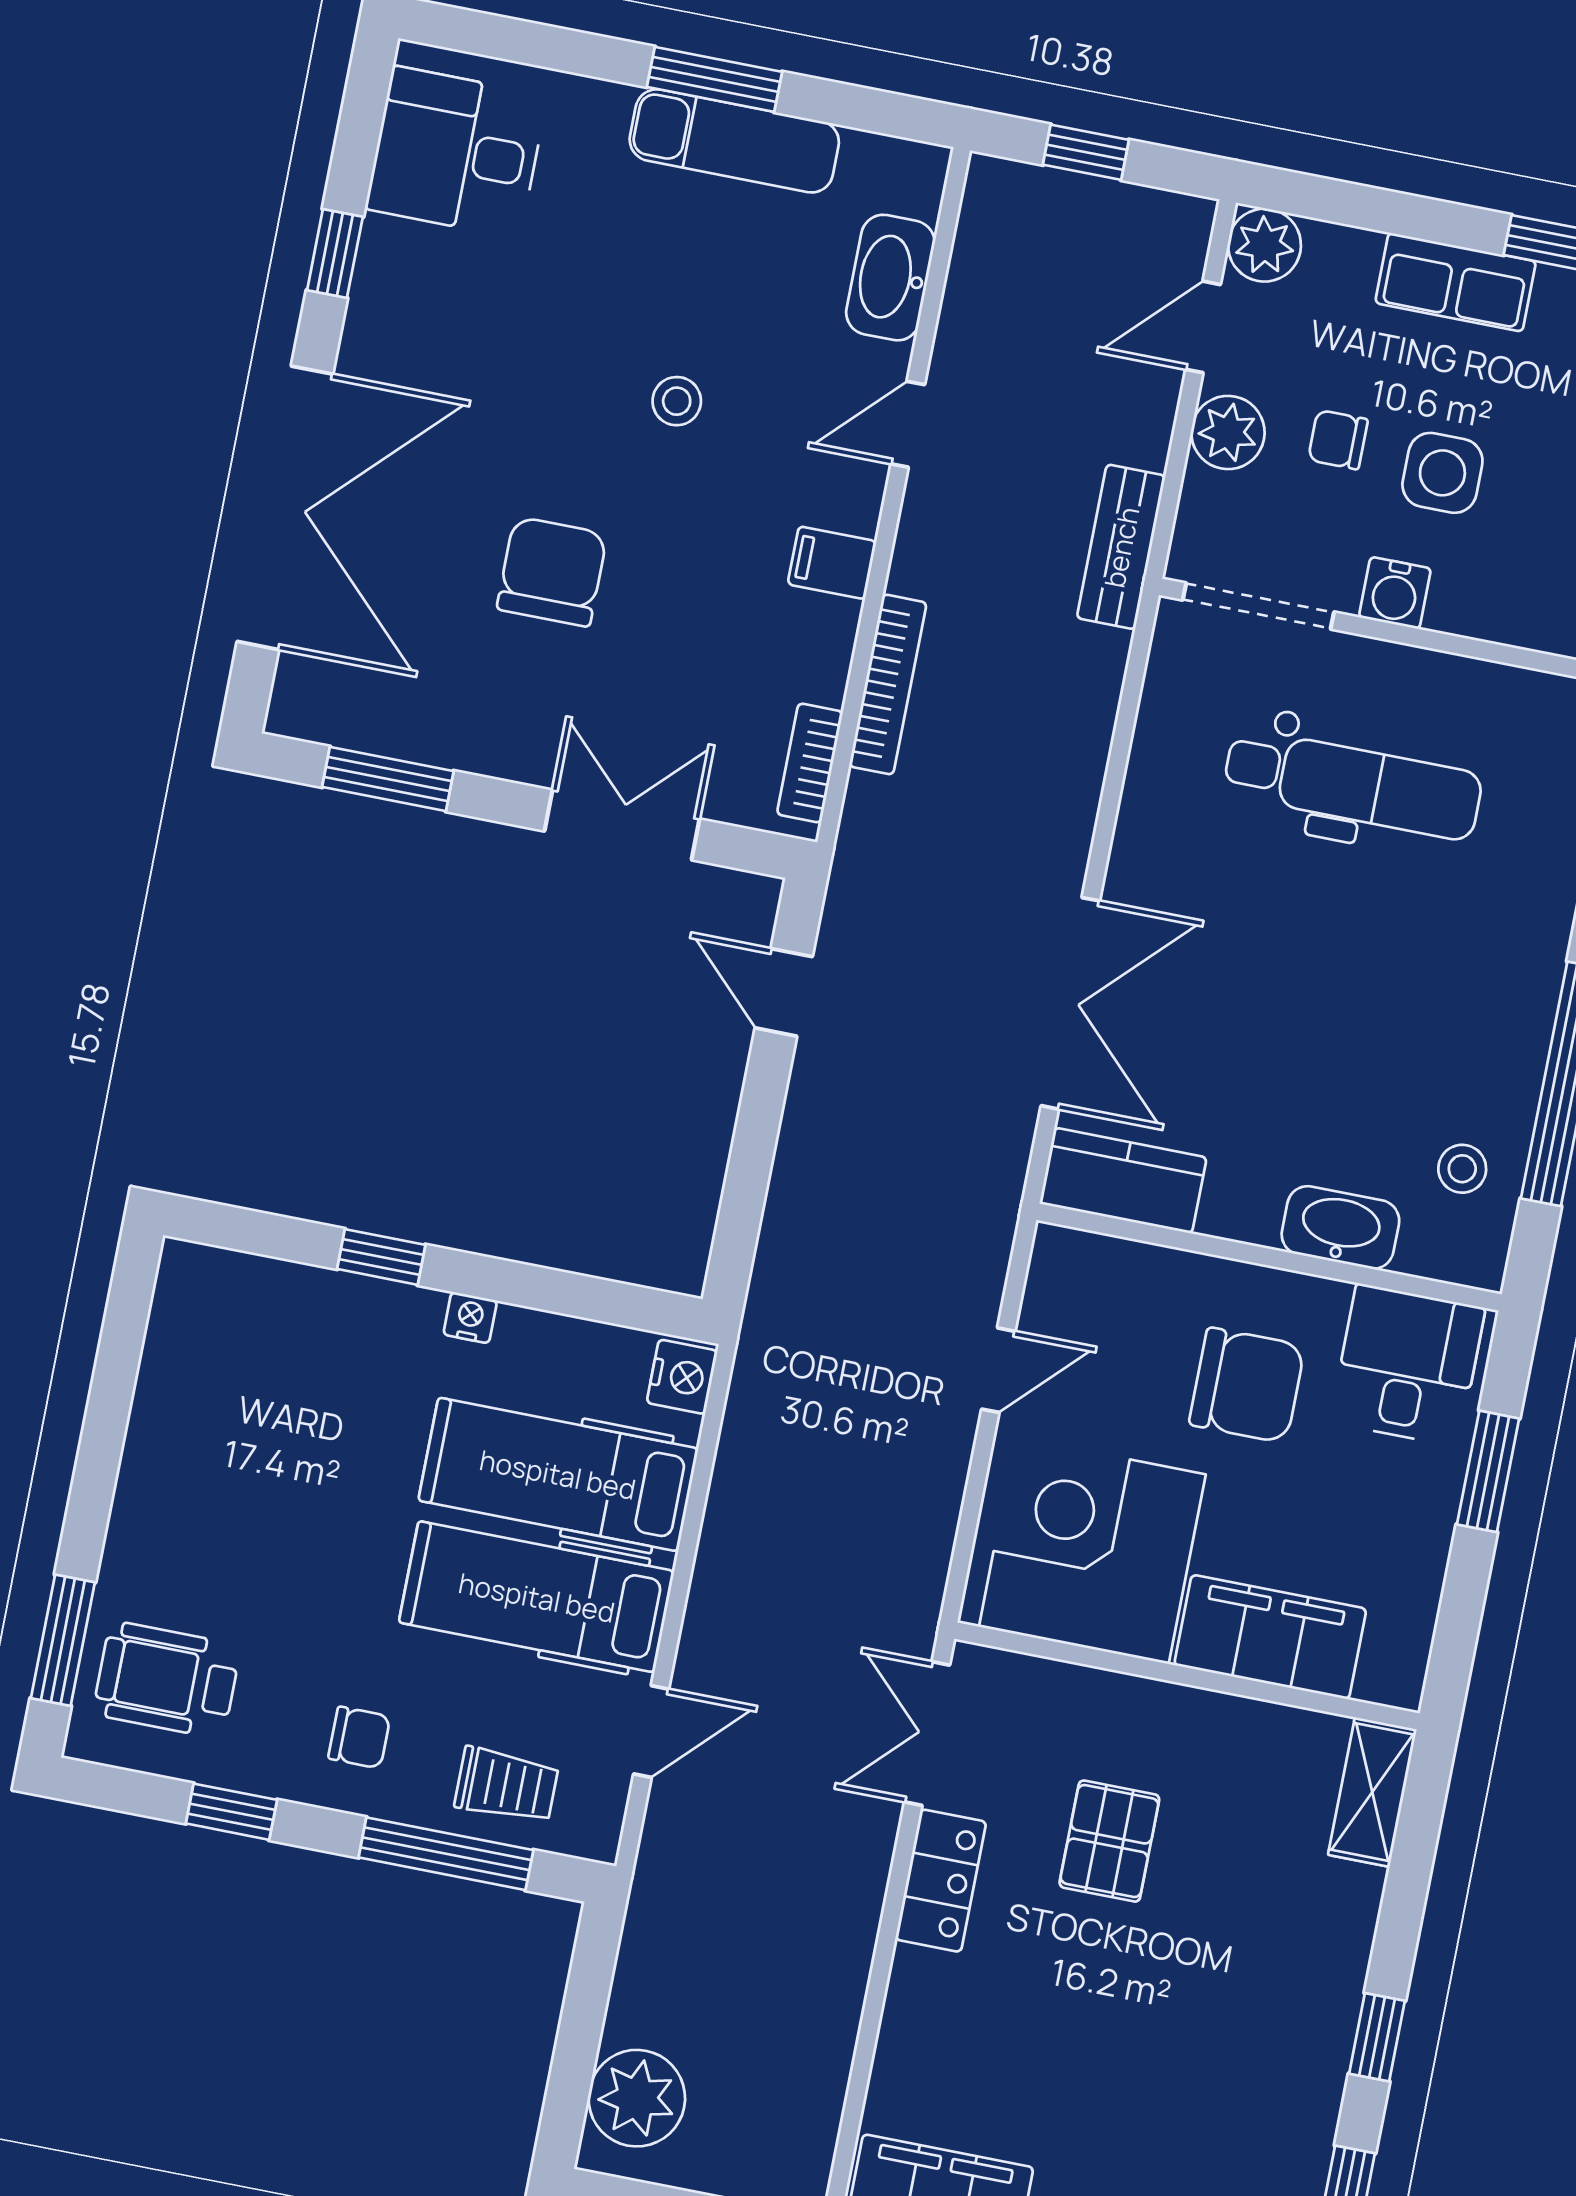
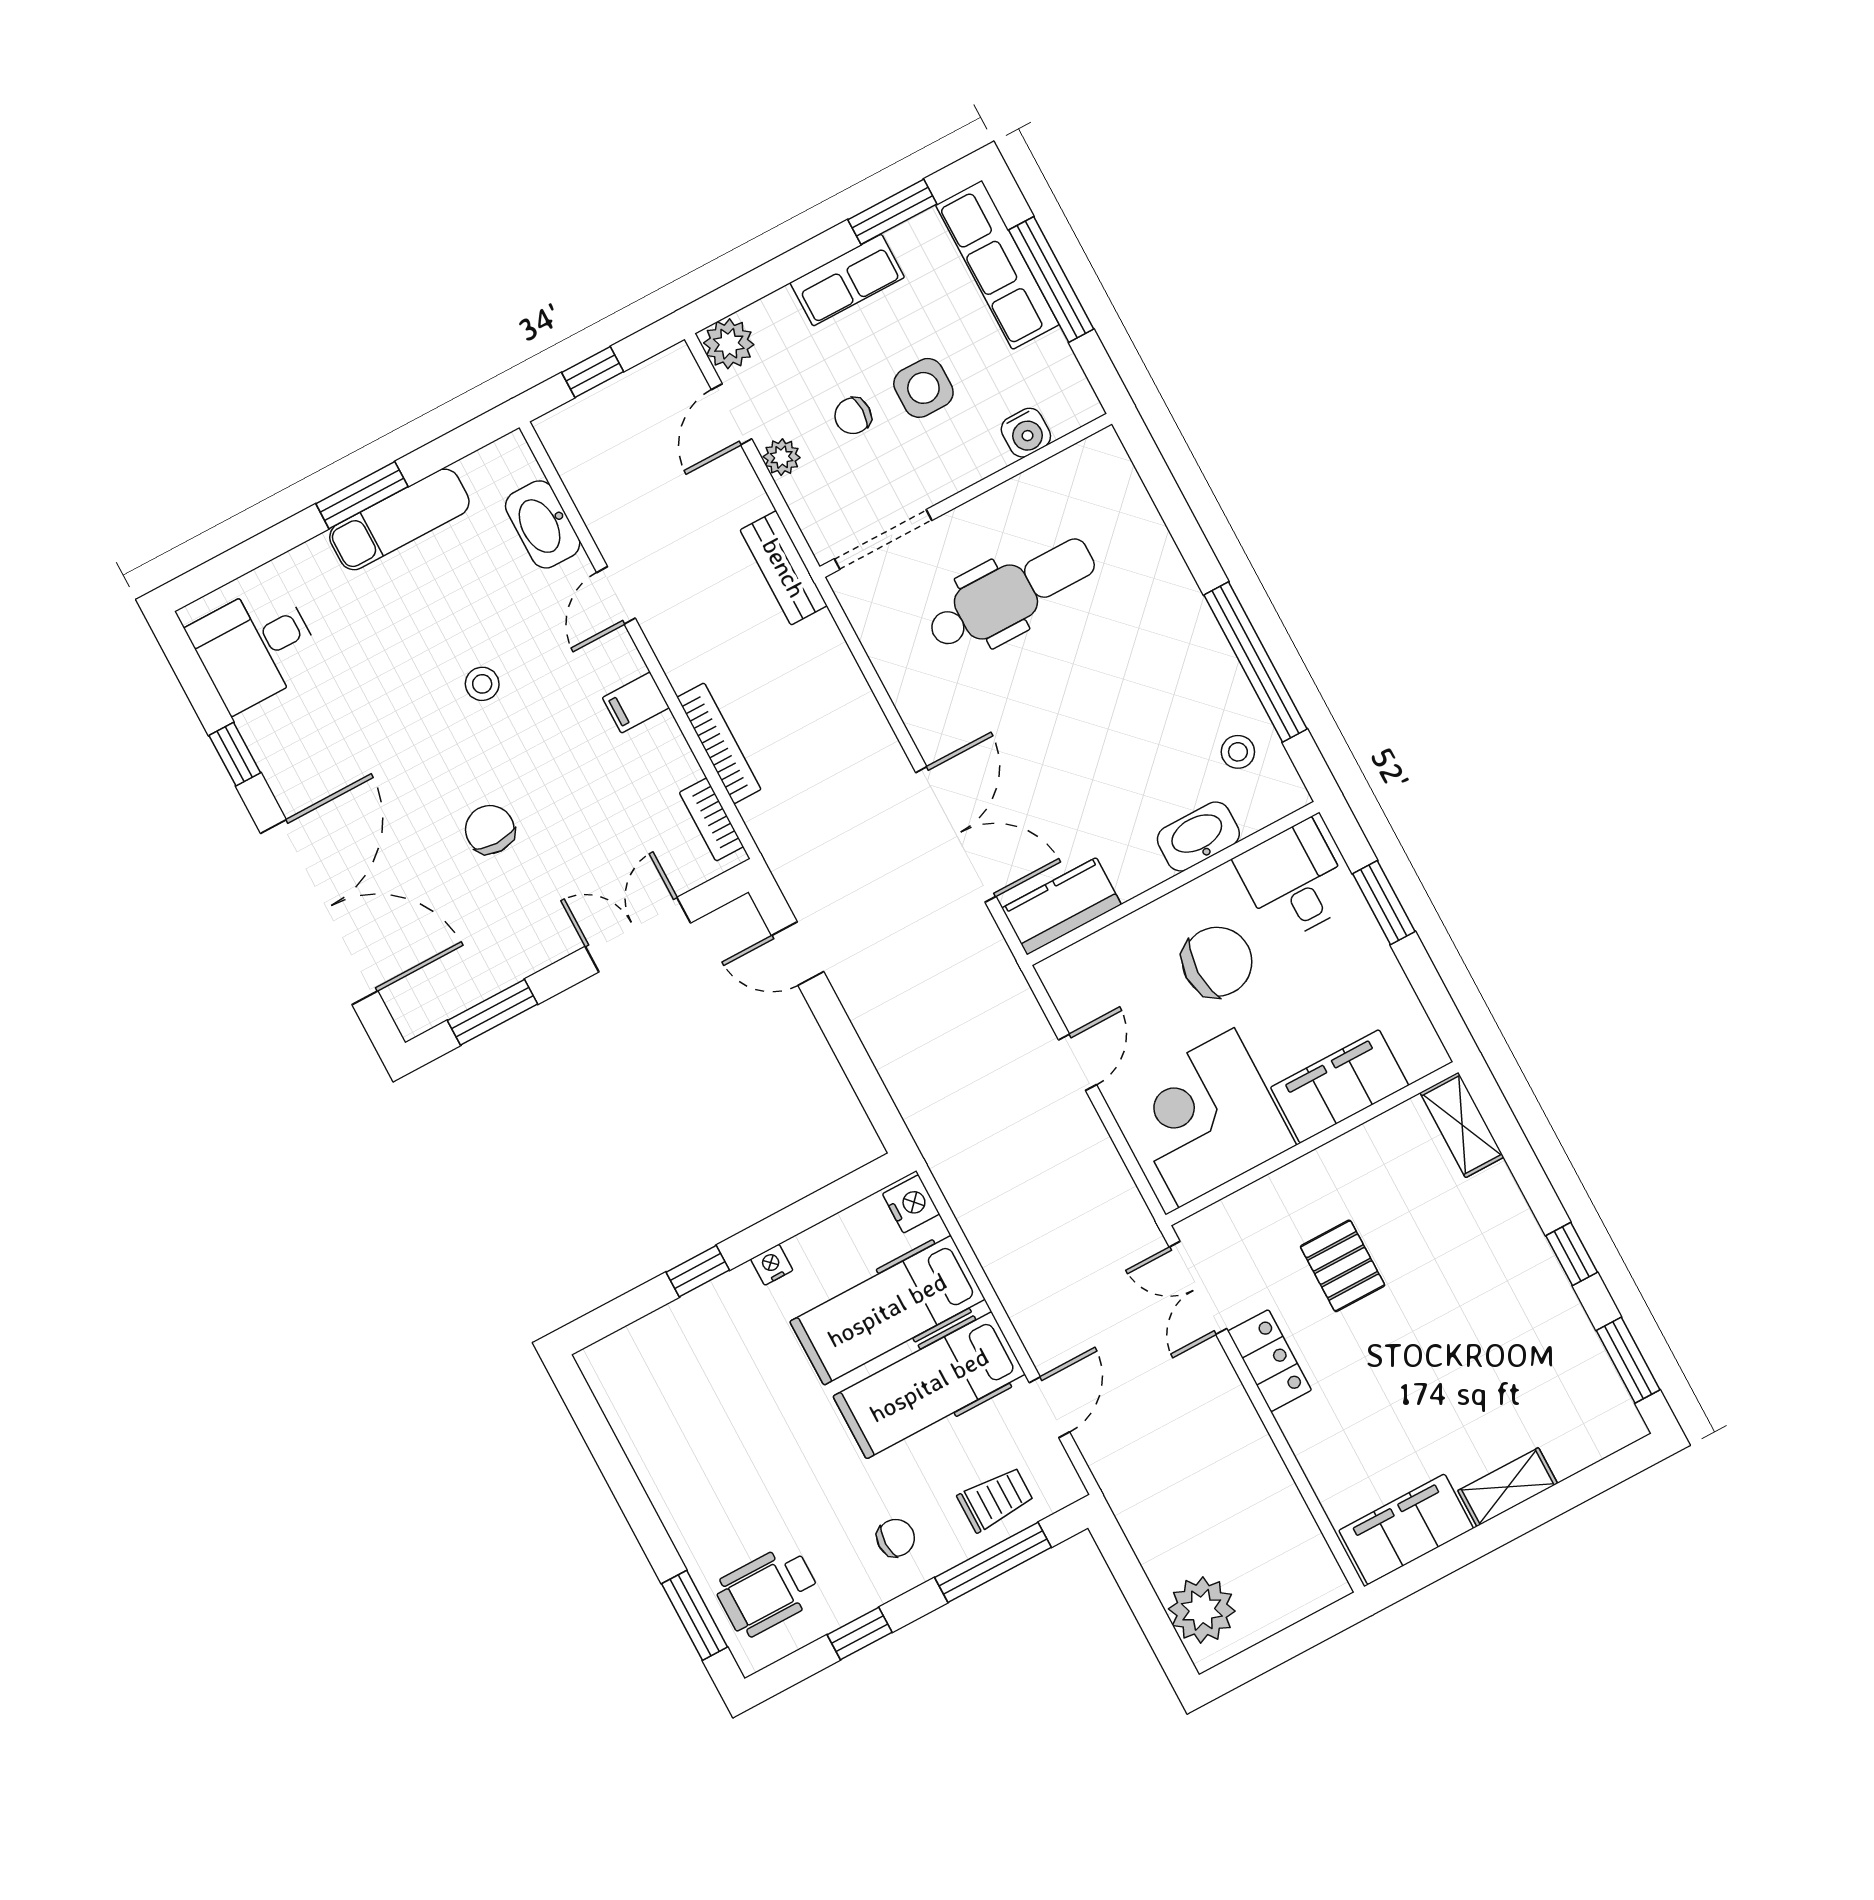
plant: (1228, 433) -> (782, 457), width x0.73, depth x0.73
chair: (552, 572) -> (490, 830), width x0.73, depth x0.73
water cooler: (1395, 593) -> (1026, 433), moved

